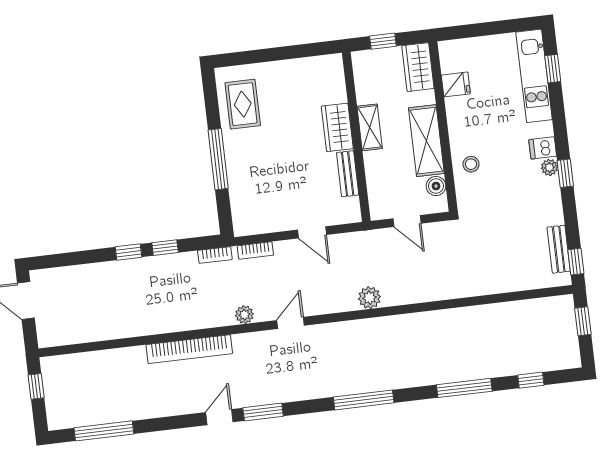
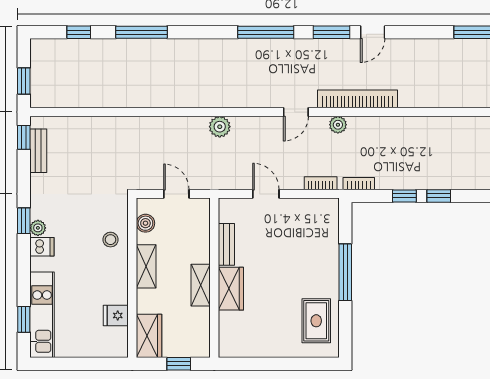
shelving: (426, 141) -> (146, 266), width x0.67, depth x0.75
bookcase: (189, 349) -> (358, 99), moved
window: (364, 400) -> (266, 32), moved

